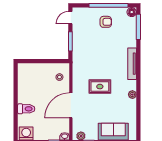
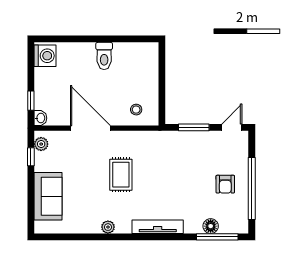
floor lamp: (132, 12) -> (211, 226), moved
door: (70, 18) -> (232, 127), hinge flipped
toilet: (26, 109) -> (104, 56), moved

